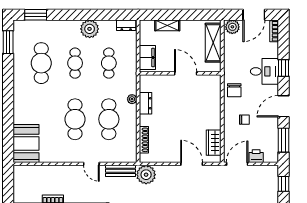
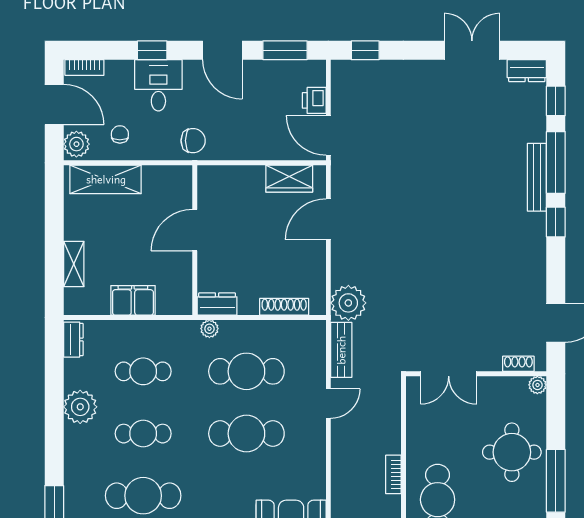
wall: (180, 73) -> (195, 240), moved
door: (186, 73) -> (195, 230), moved
chair: (244, 120) -> (120, 134), moved

